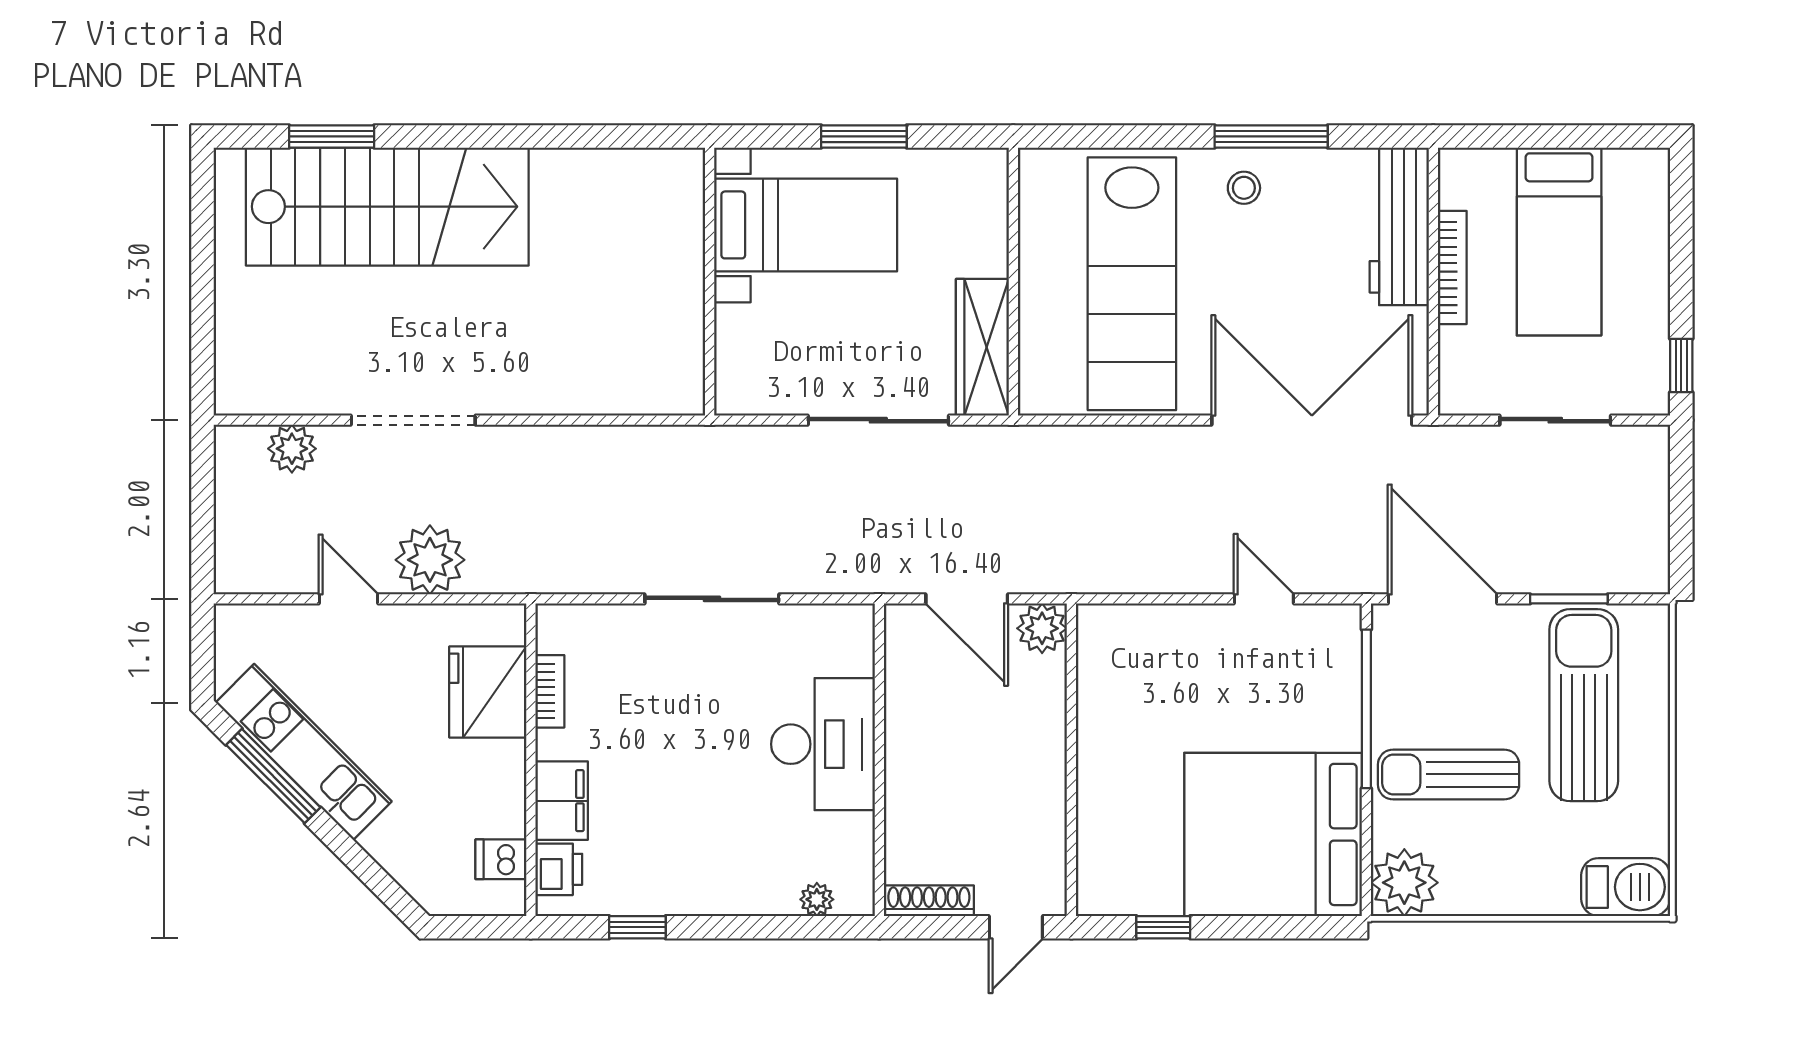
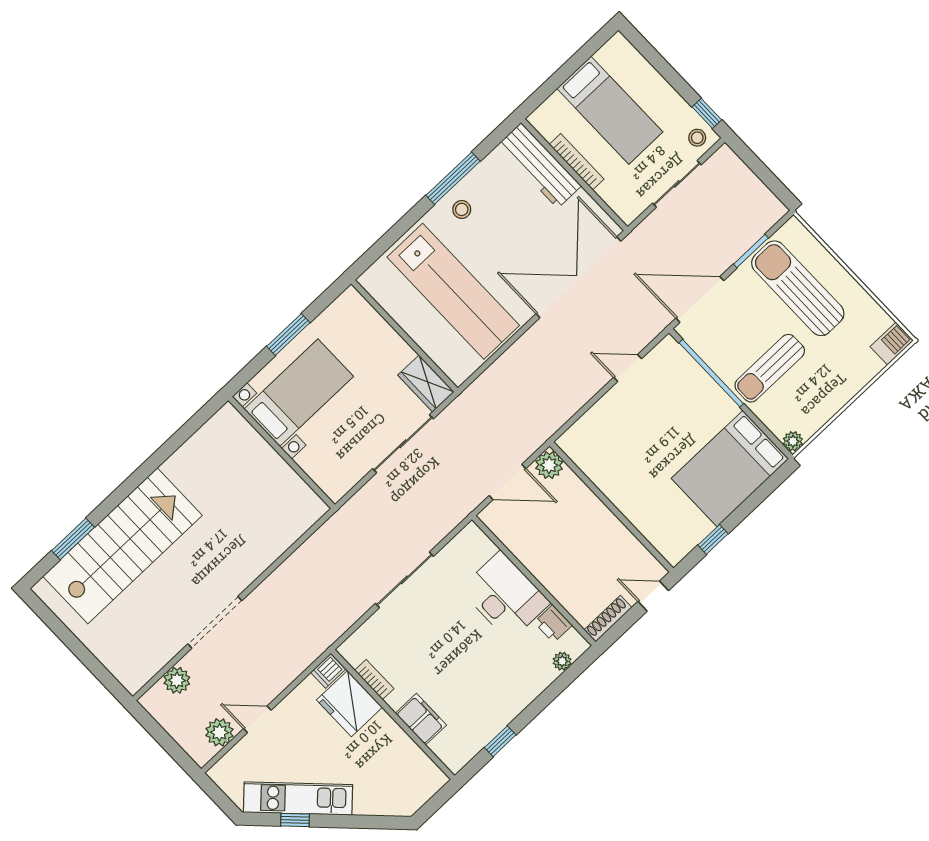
wardrobe: (982, 347) -> (426, 384), width x0.67
stool: (1639, 385) -> (697, 138), added
plant: (430, 560) -> (219, 732), moved, width x0.73, depth x0.73
window: (273, 776) -> (295, 820), width x0.46
bed: (1273, 834) -> (730, 469), width x0.73
dishwasher: (501, 859) -> (328, 671), moved
printer: (559, 869) -> (553, 624), moved, turned 180
plant: (1404, 883) -> (793, 441), width x0.53, depth x0.53
barbecue: (1626, 887) -> (892, 344), width x0.73, depth x0.79
door: (1016, 927) -> (653, 596), swing flipped

